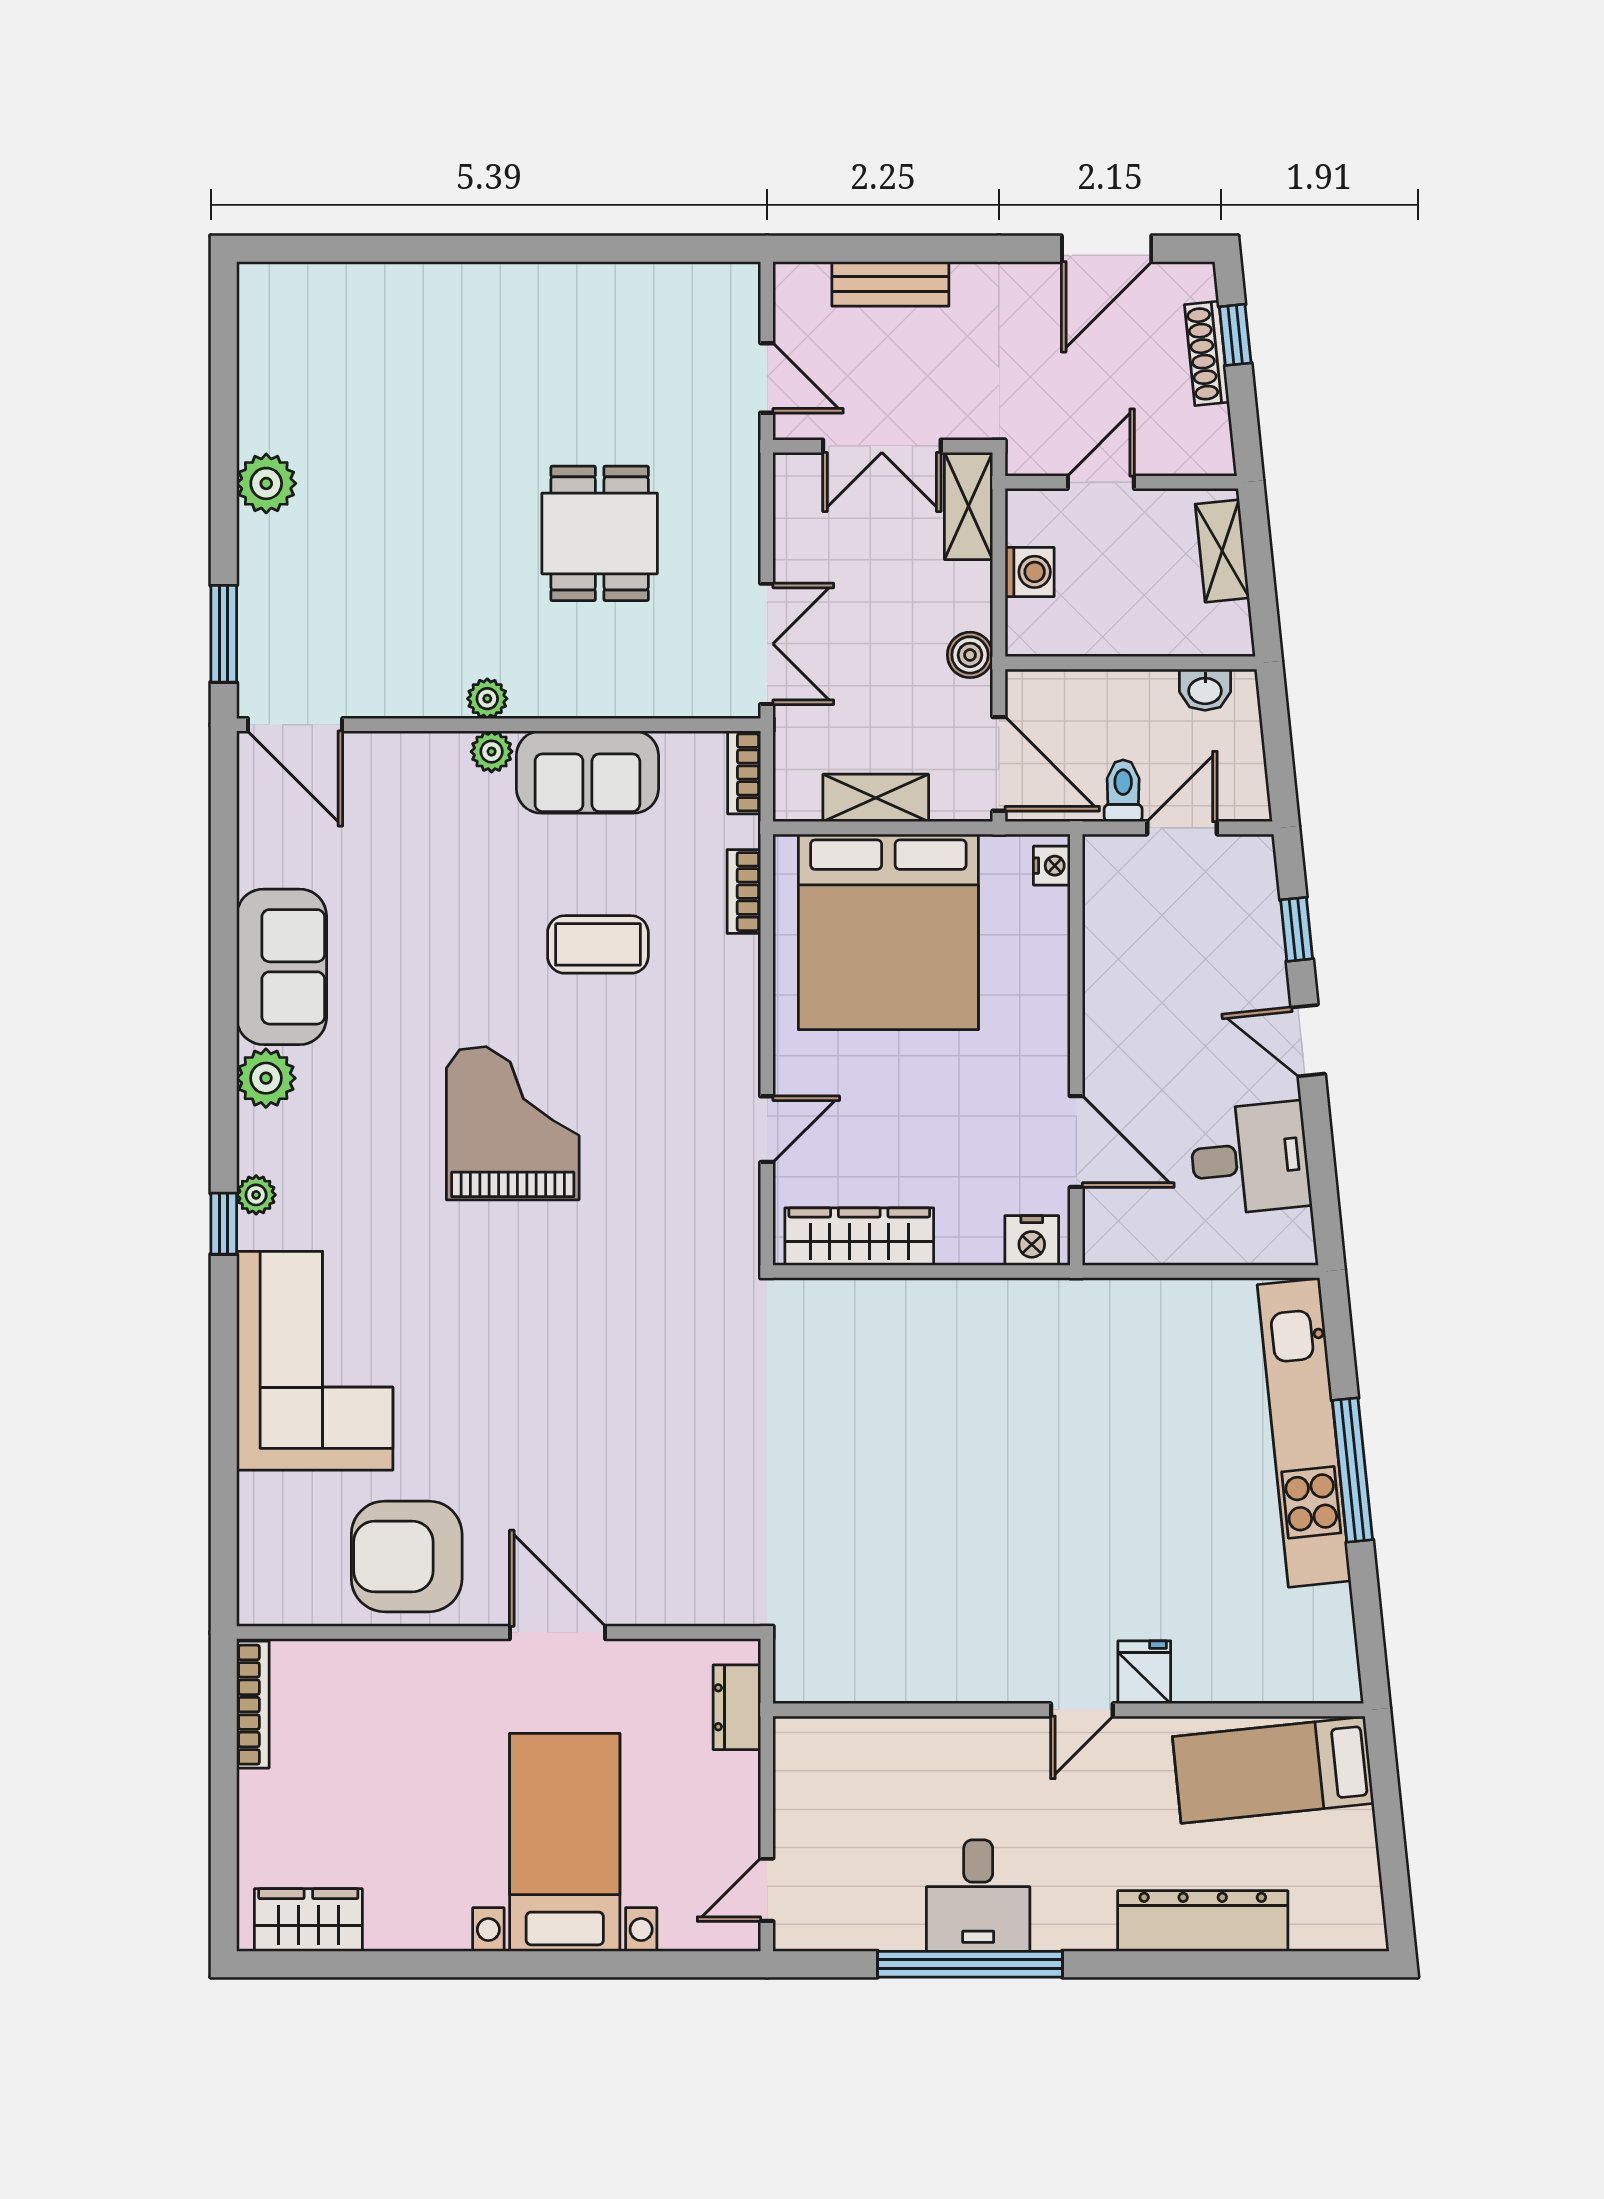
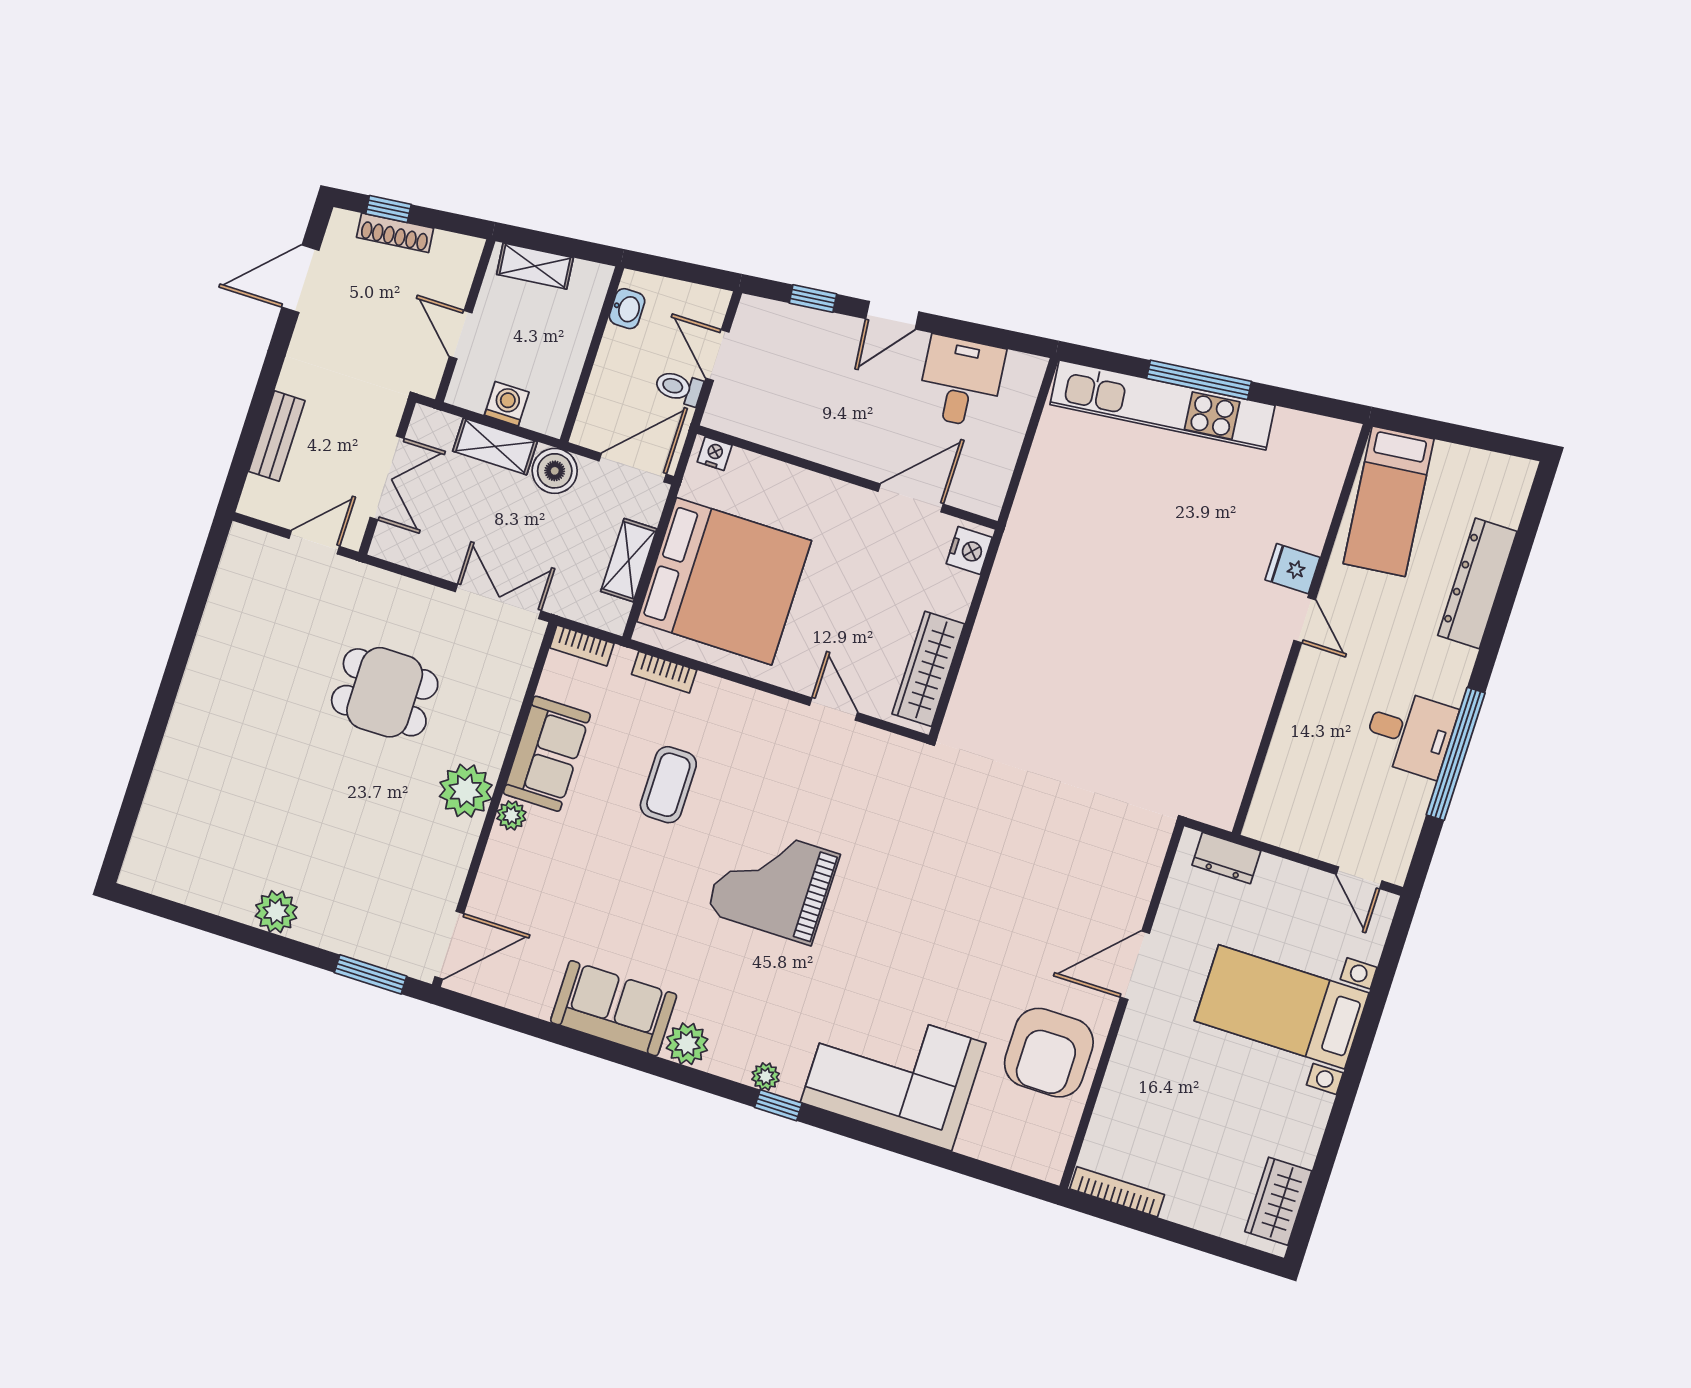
door: (1107, 249) -> (300, 279), swing flipped
shelving: (969, 506) -> (495, 446), moved
boiler: (970, 655) -> (555, 471), width x1.36, depth x1.36
plant: (487, 699) -> (466, 791), width x1.88, depth x1.88

